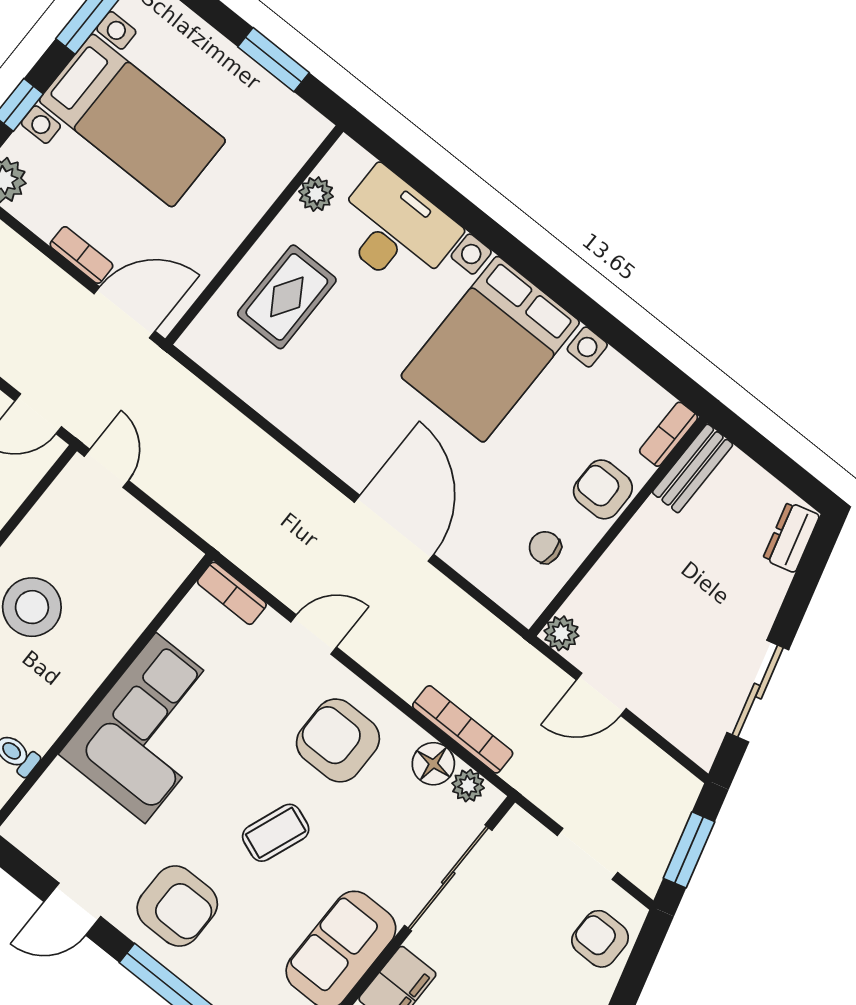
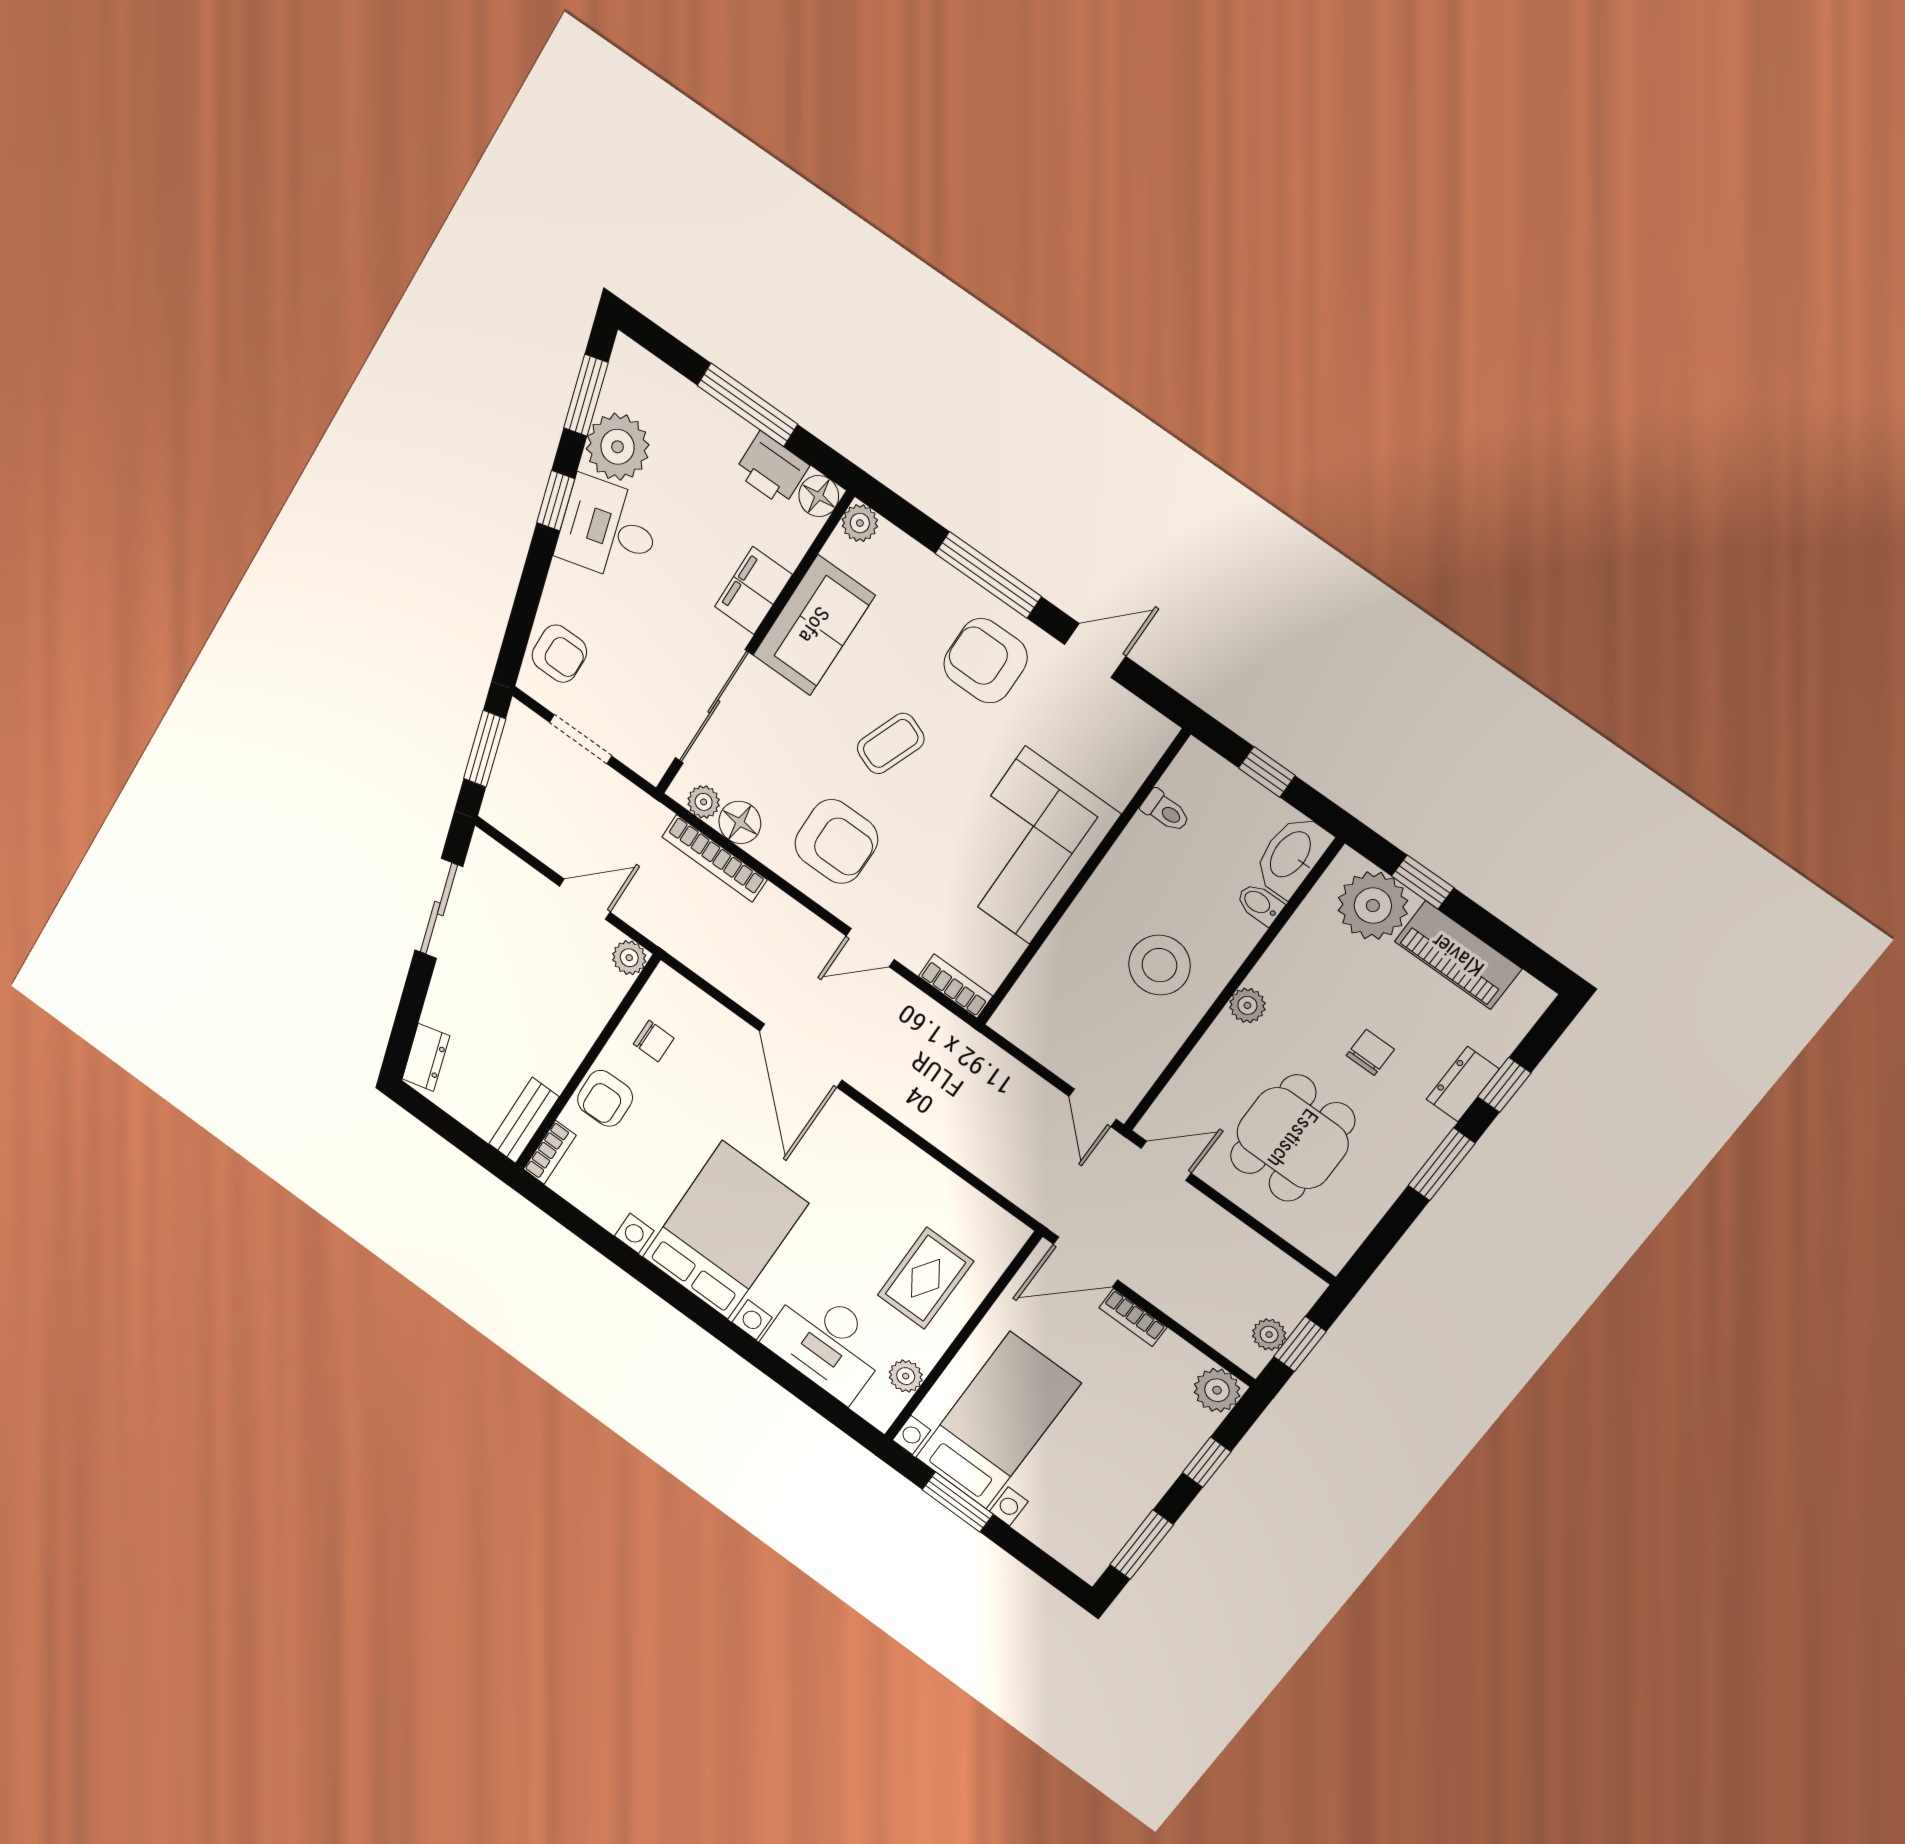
bed with nightstands: (132, 120) -> (998, 1421), moved, turned 90
armchair: (603, 489) -> (605, 1098), turned 89

